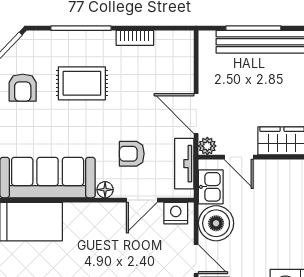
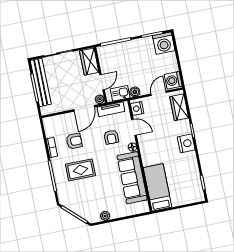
rug: (82, 83) -> (80, 170), turned 90
armchair: (23, 88) -> (74, 141), moved
boiler: (216, 223) -> (135, 92), width x0.54, depth x0.54

